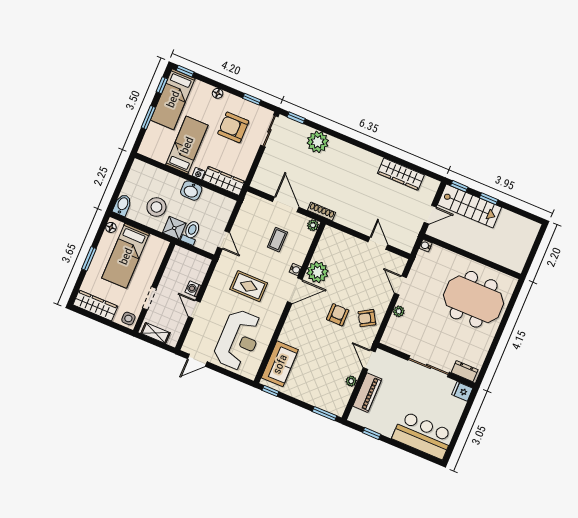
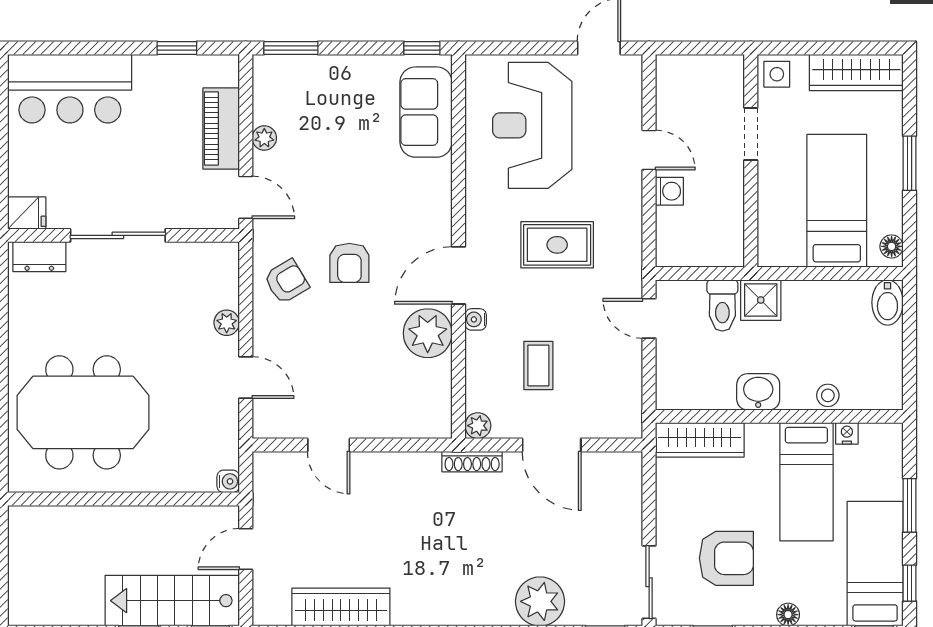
nightstand: (199, 173) -> (847, 433), moved
stool: (156, 207) -> (828, 395), moved, width x0.53, depth x0.53
shelving: (156, 333) -> (708, 68), removed

